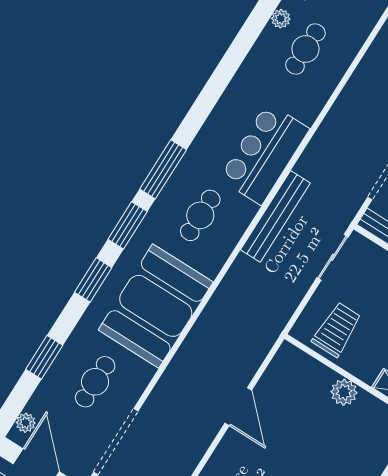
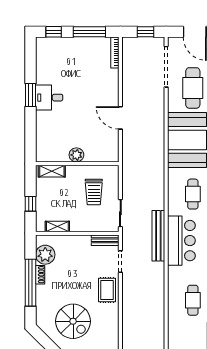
bench: (275, 216) -> (158, 236), moved
trolley: (337, 330) -> (94, 192), moved
cafe table: (95, 382) -> (193, 88), width x1.37, depth x1.35

